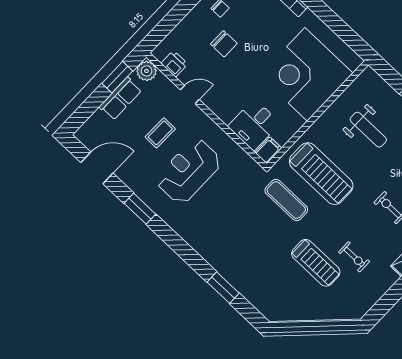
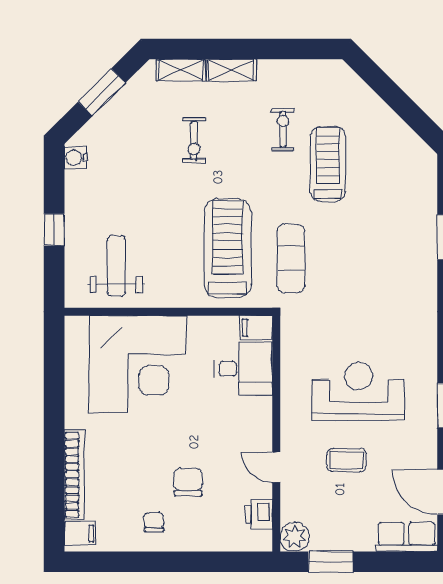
row of seats: (120, 99) -> (407, 537), moved
weight bench: (368, 130) -> (116, 266), moved
reception desk: (189, 171) -> (358, 391), turned 180

